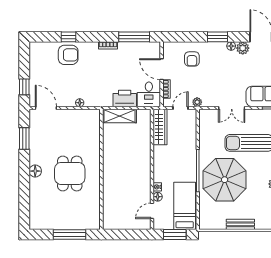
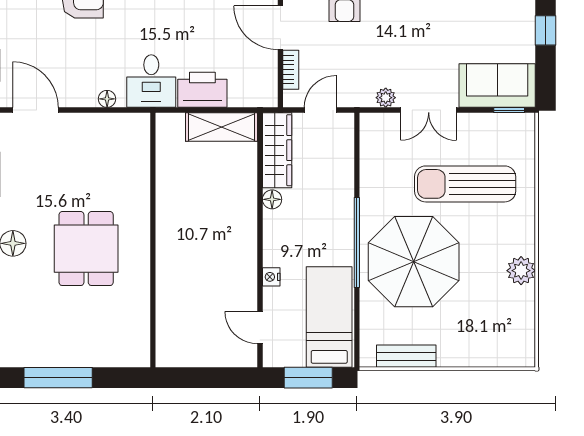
desk: (149, 94) -> (151, 81), moved
plant: (197, 102) -> (386, 98), moved
shelving: (120, 116) -> (222, 127), moved
floor lamp: (158, 197) -> (272, 199), moved
door: (152, 211) -> (260, 328), hinge flipped
bench: (240, 224) -> (406, 356), moved
window: (70, 235) -> (58, 378), moved

